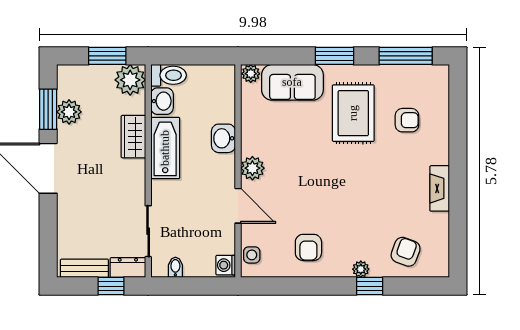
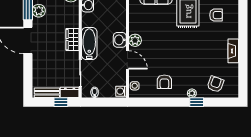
wardrobe: (133, 137) -> (73, 40), moved
washbasin: (223, 138) -> (120, 40), moved
bathtub: (165, 148) -> (89, 44), moved

